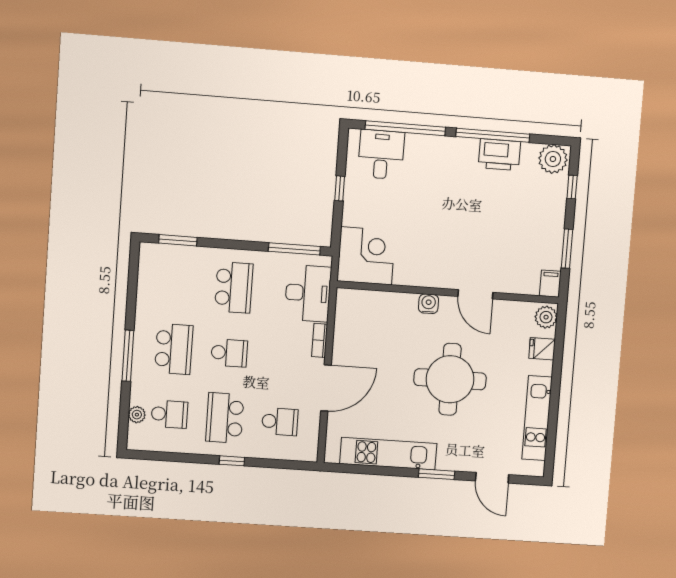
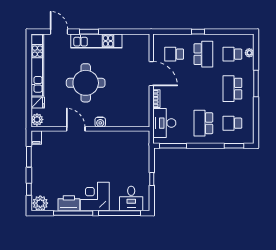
corner desk: (366, 256) -> (95, 197), moved, turned 90
school desk: (229, 353) -> (232, 123), moved
door: (326, 388) -> (151, 74), swing flipped
kitchen unit: (537, 418) -> (37, 65), width x1.36
kitchen unit: (388, 454) -> (96, 41), moved

